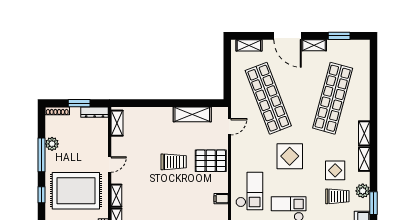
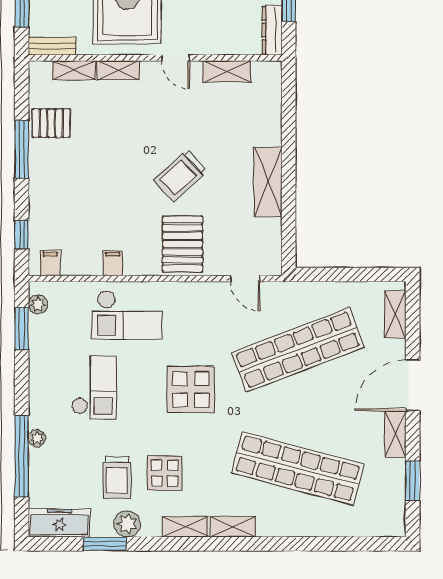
shelving: (192, 114) -> (268, 182), moved
shelving: (117, 123) -> (227, 71), moved
trolley: (174, 162) -> (180, 176), turned 47

